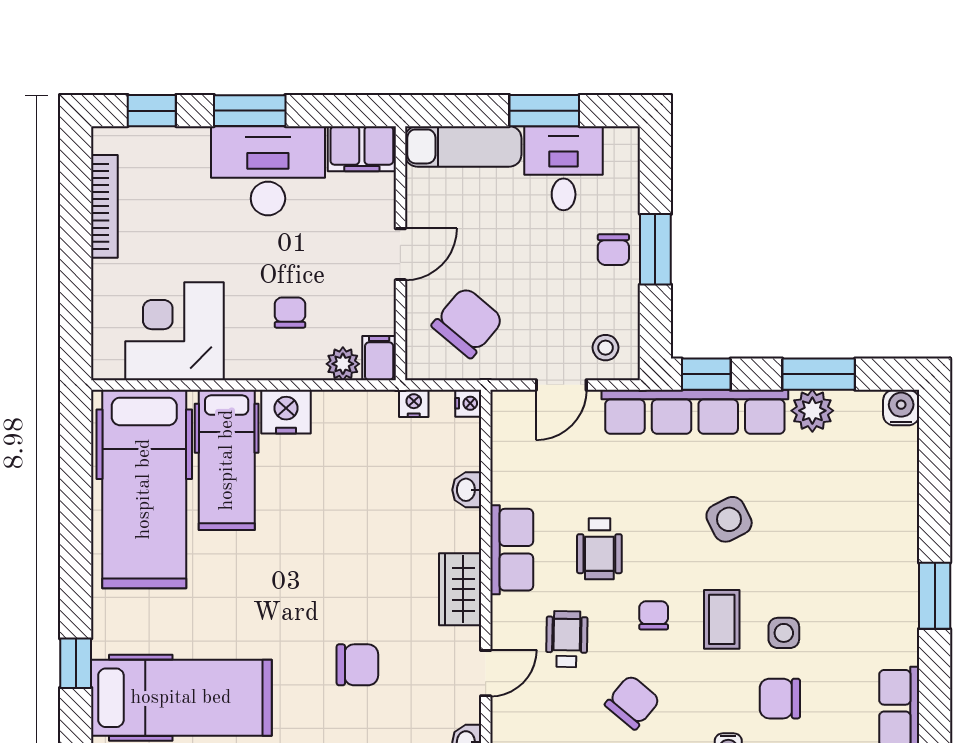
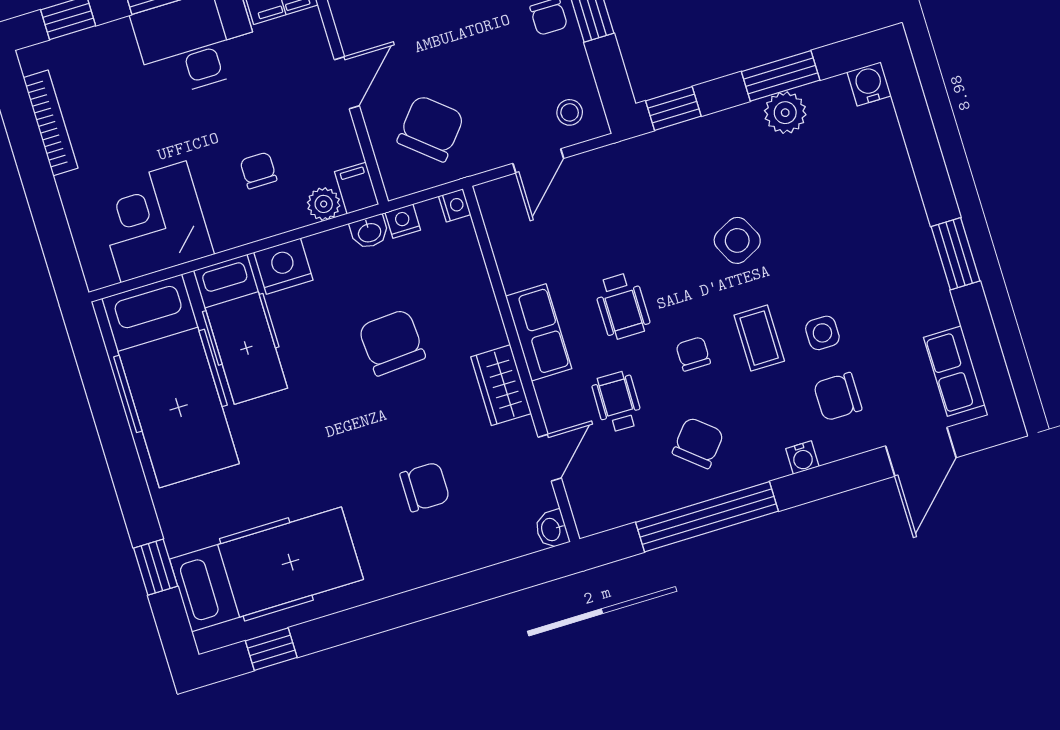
row of seats: (695, 412) -> (673, 148), removed
washbasin: (467, 490) -> (369, 232), moved, turned -90
chair: (368, 517) -> (392, 342), added

